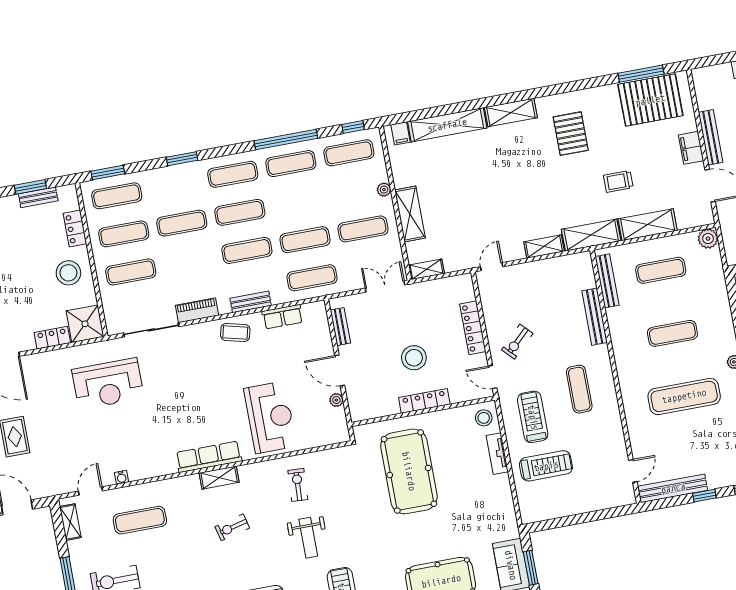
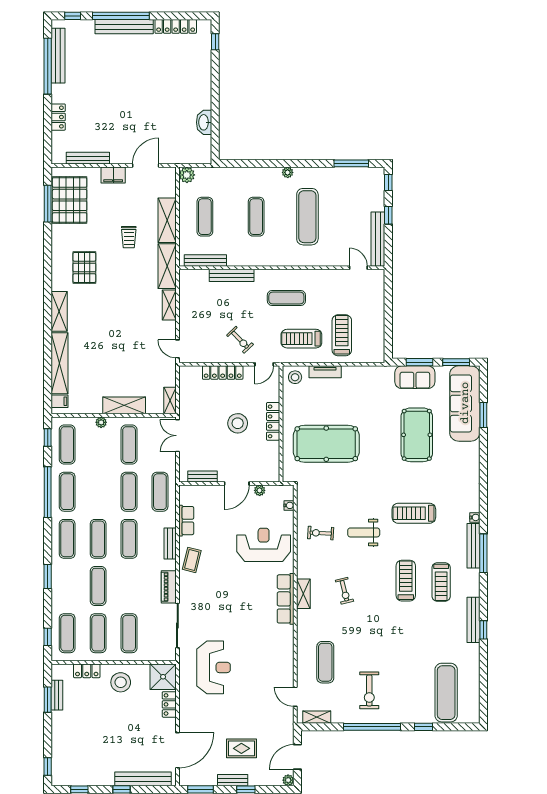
pallet: (571, 134) -> (84, 267), turned 90
bench: (711, 137) -> (88, 158), moved
window: (108, 173) -> (48, 637), width x0.67
water cooler: (122, 477) -> (289, 505), moved
weight bench: (308, 538) -> (364, 532), turned 180

